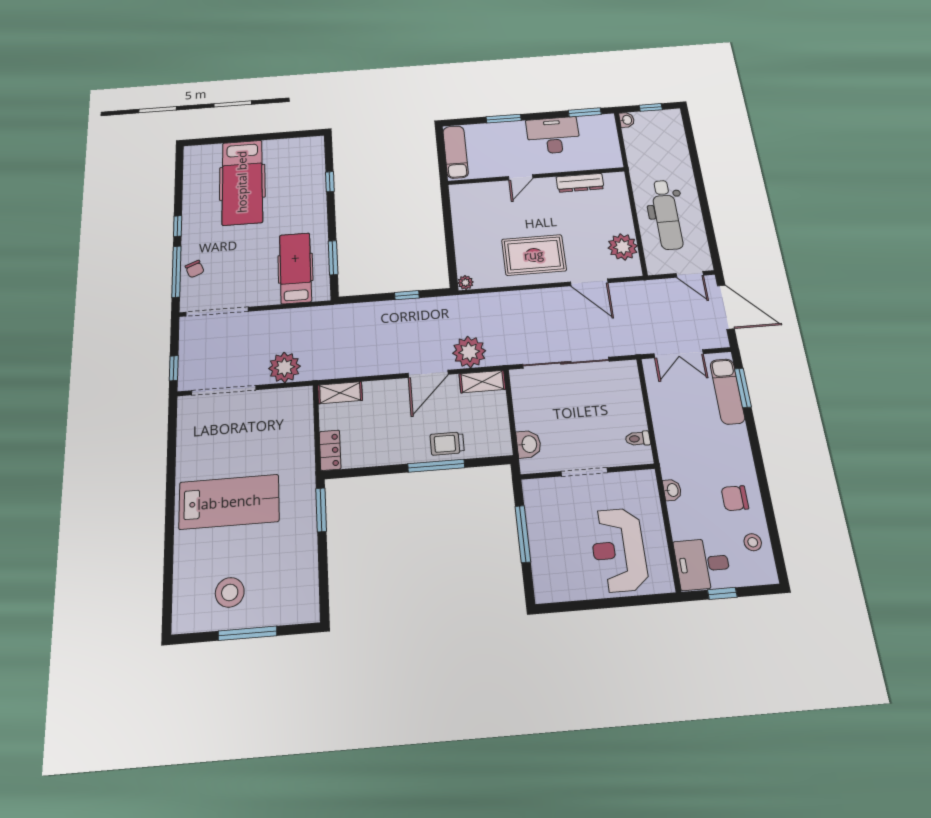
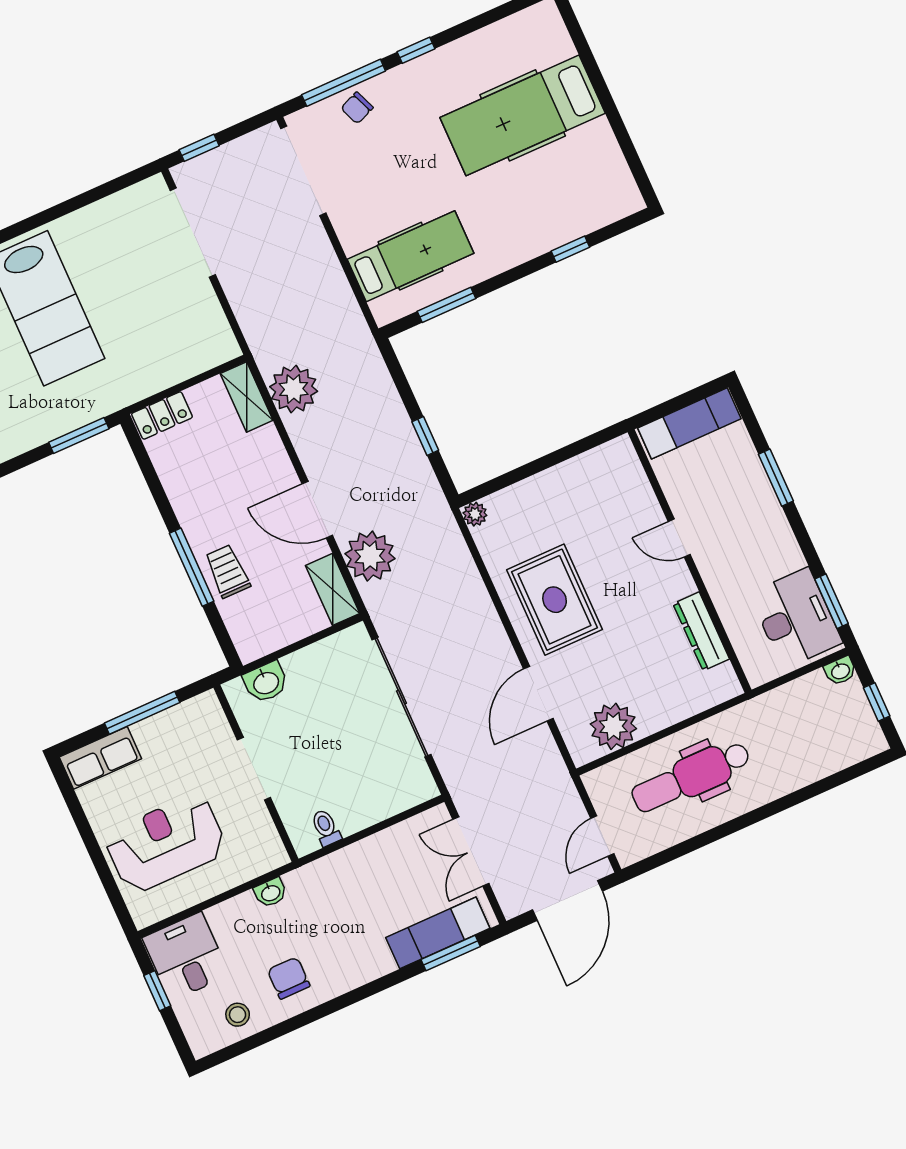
desk: (553, 135) -> (796, 618), moved
plant: (284, 367) -> (294, 389), moved
row of seats: (545, 575) -> (100, 758), added

